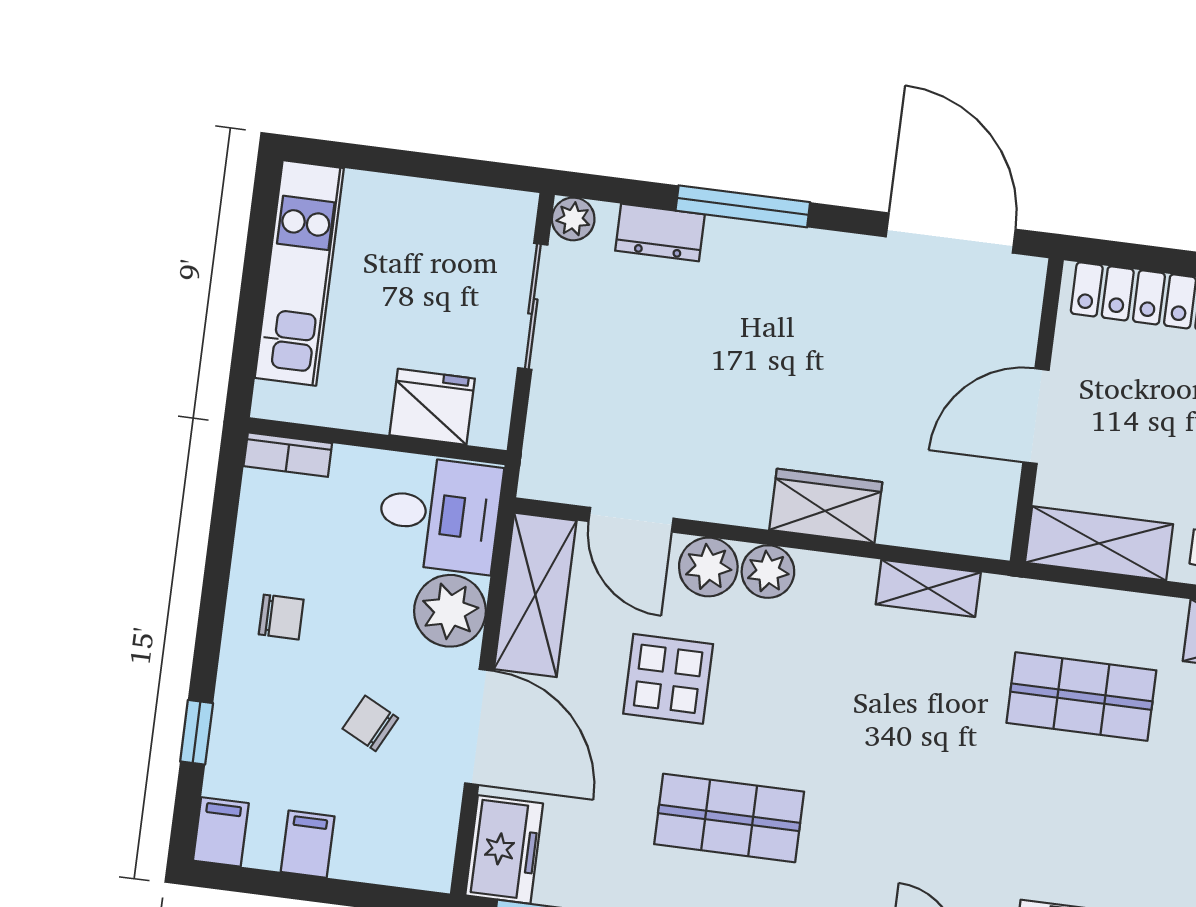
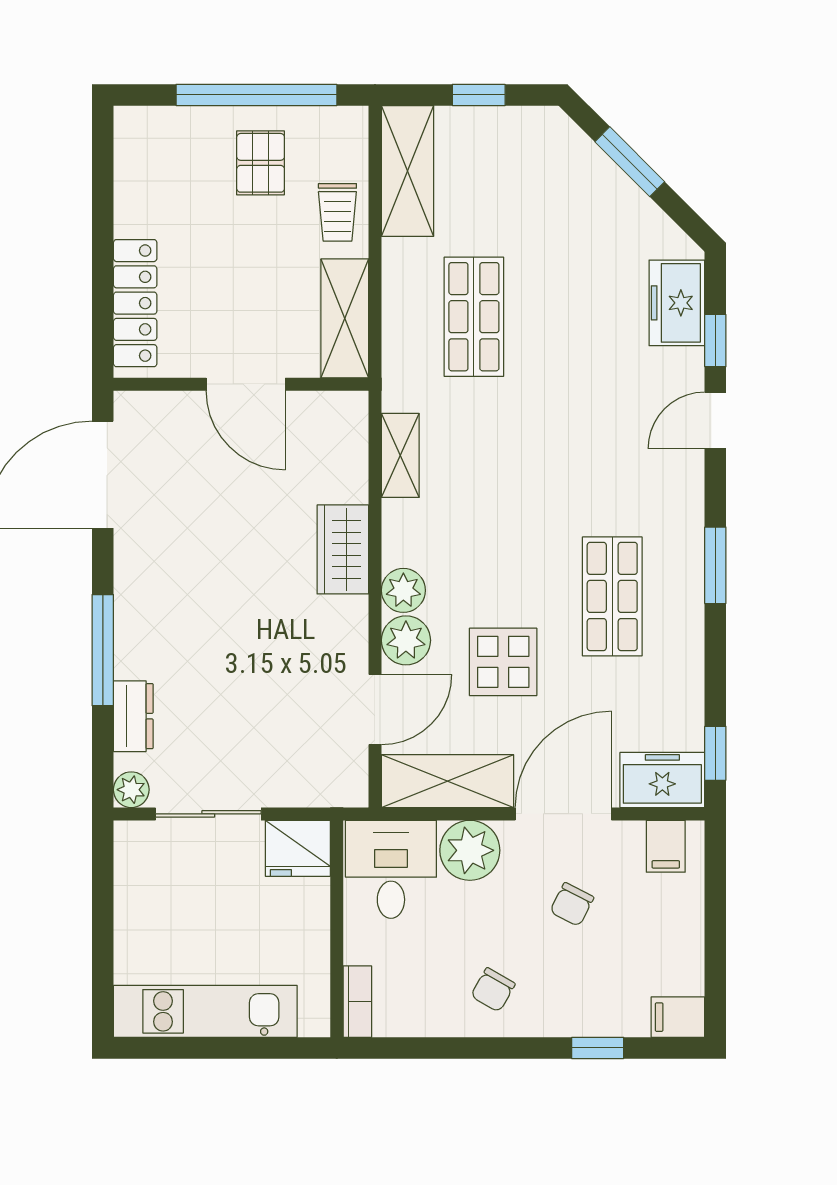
fridge: (432, 407) -> (298, 848), moved, turned -90
chair: (281, 617) -> (493, 990), turned -150
filing cabinet: (308, 844) -> (666, 846), moved, turned -90

